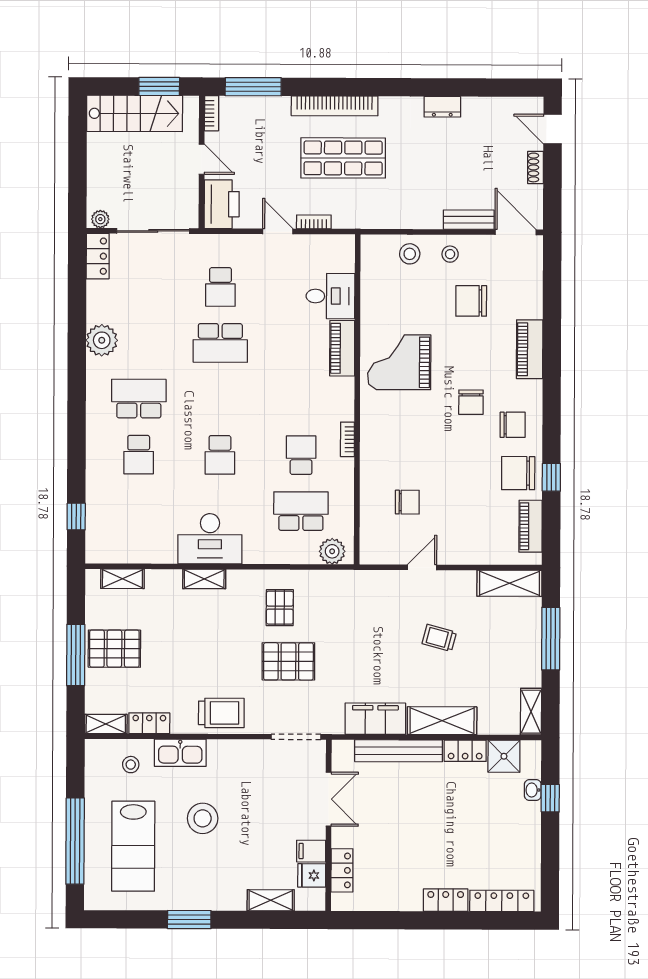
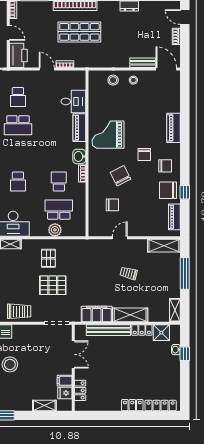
chair: (471, 301) -> (120, 176), moved, turned 63
washbasin: (342, 405) -> (79, 156), added
plant: (332, 551) -> (55, 230), moved

